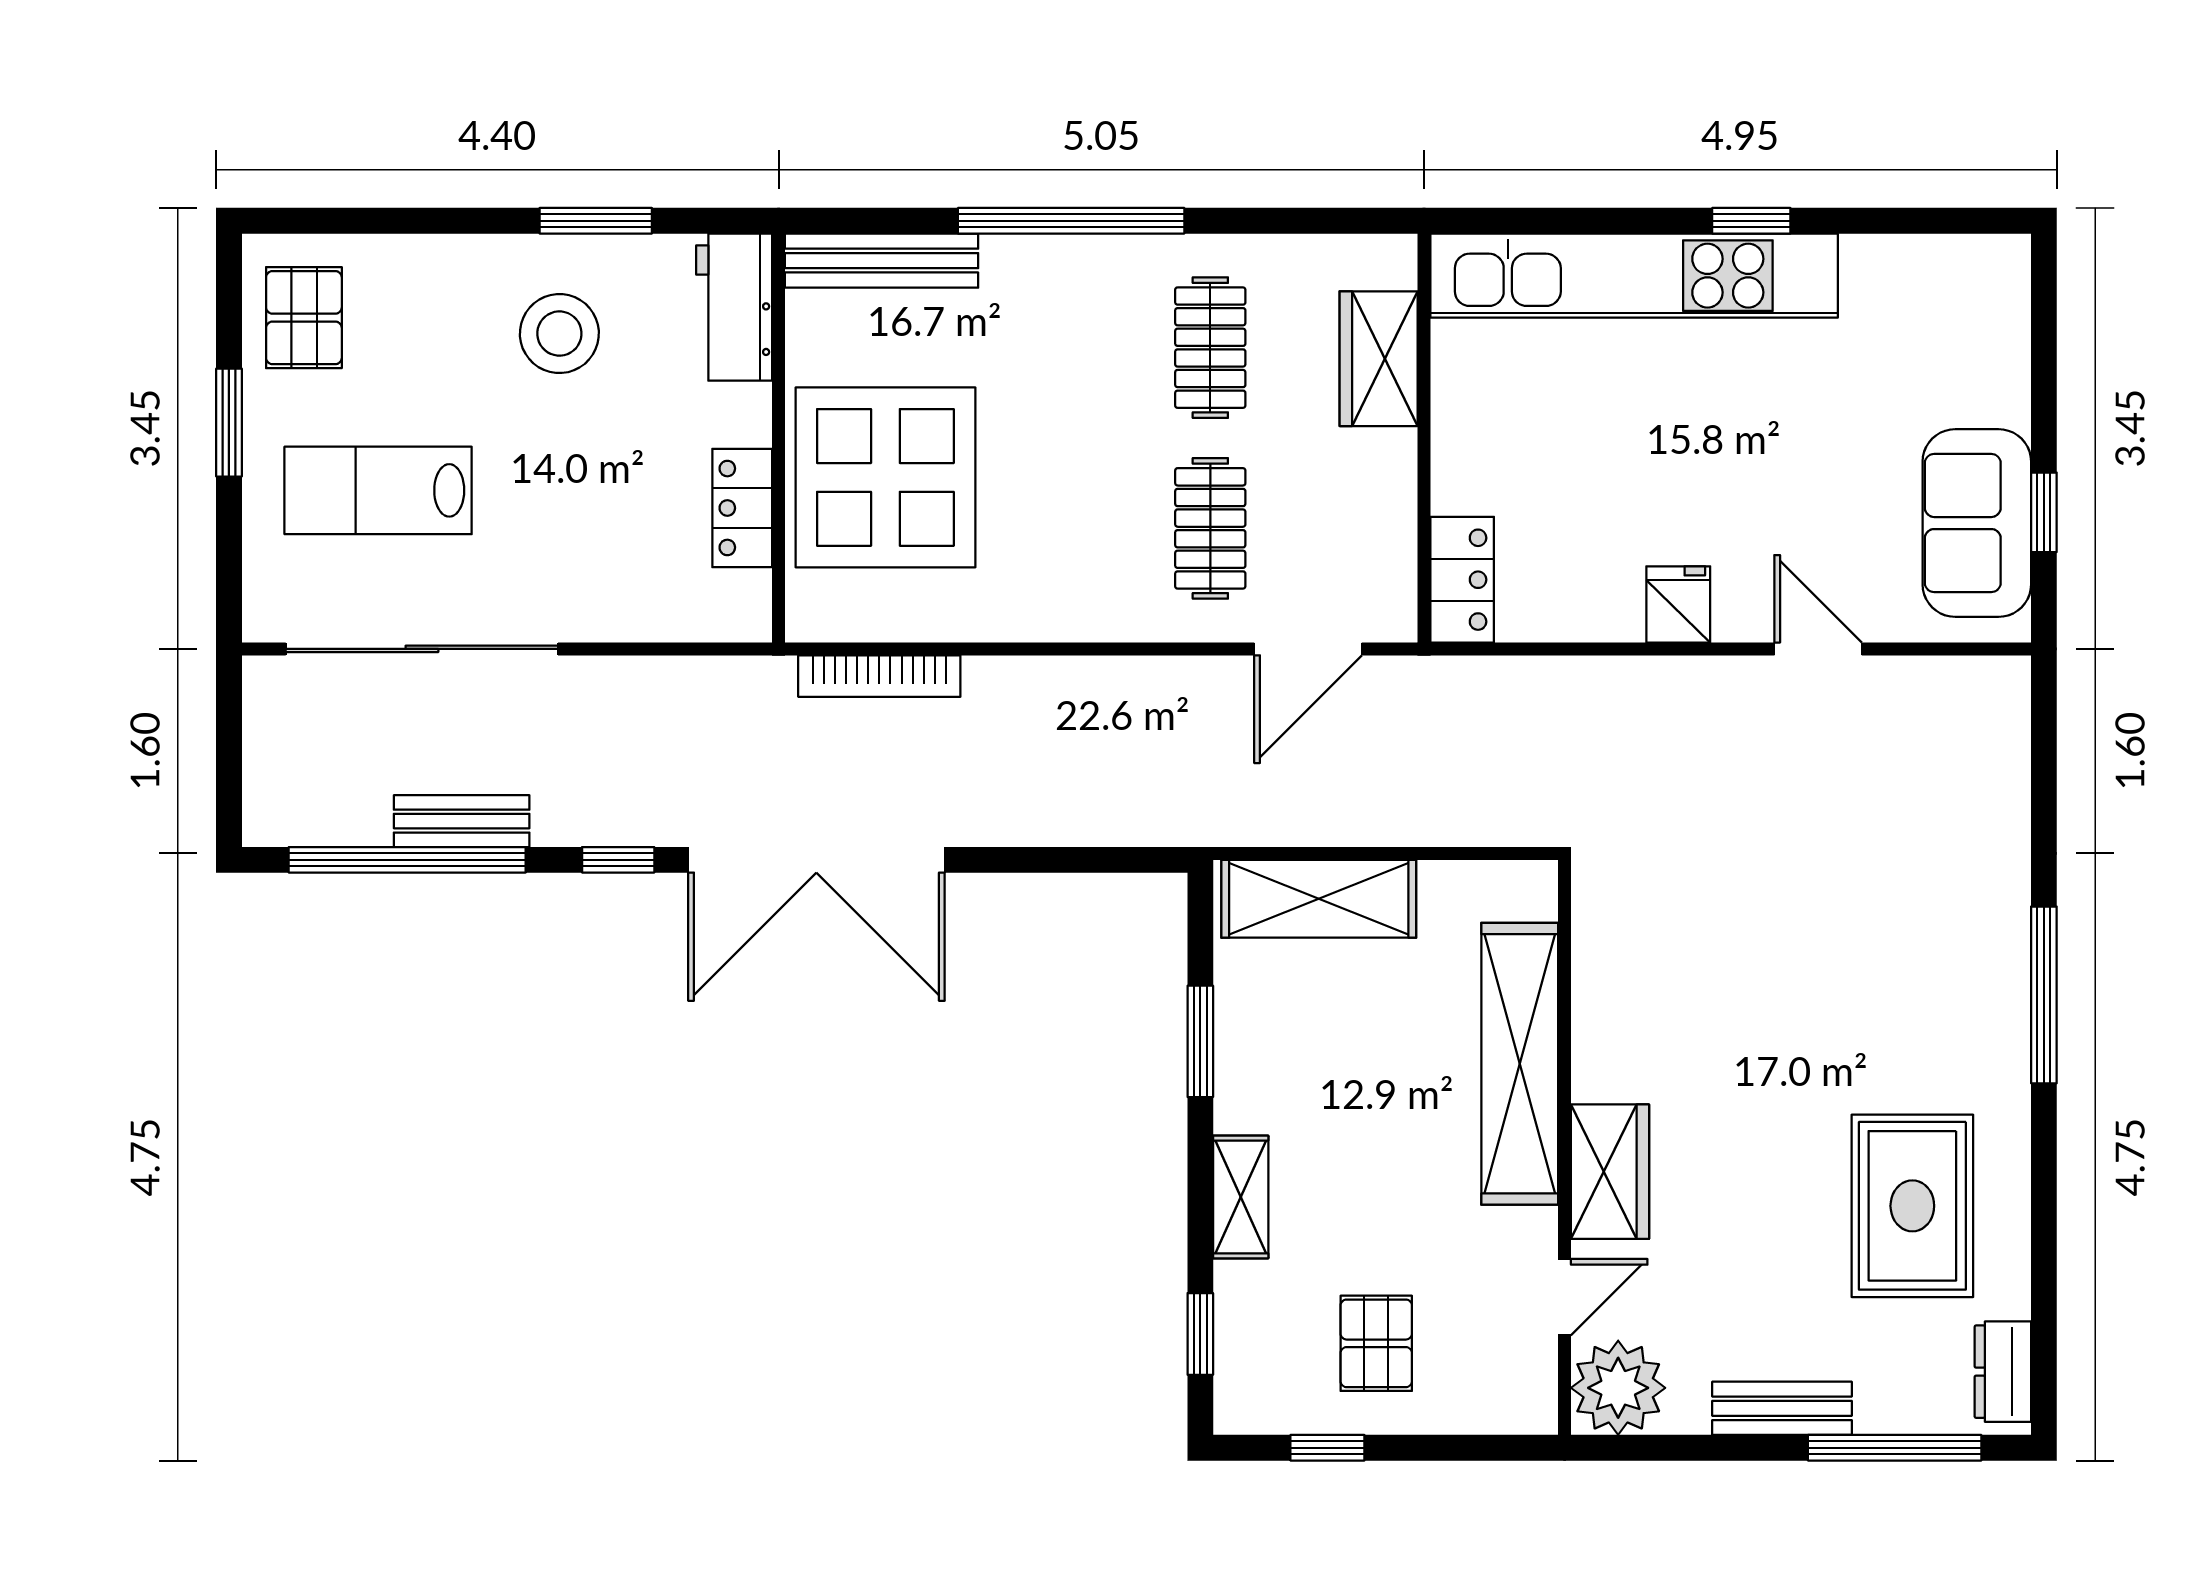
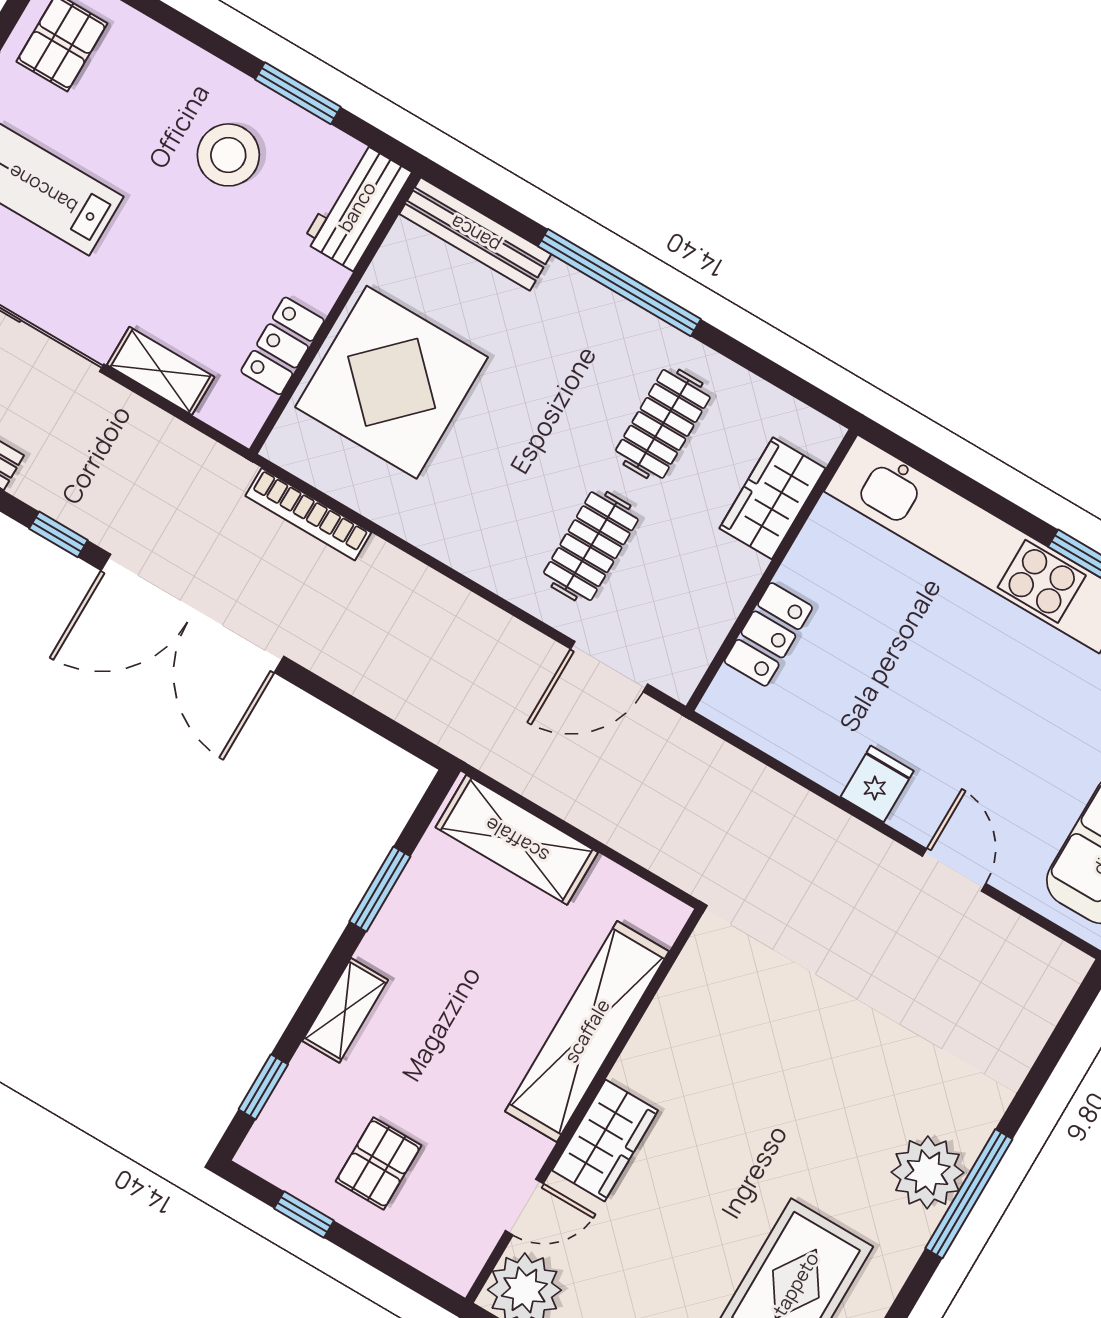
locker: (1462, 580) -> (768, 634), moved
shelving: (625, 614) -> (161, 371), added
plant: (1985, 998) -> (928, 1172), added

